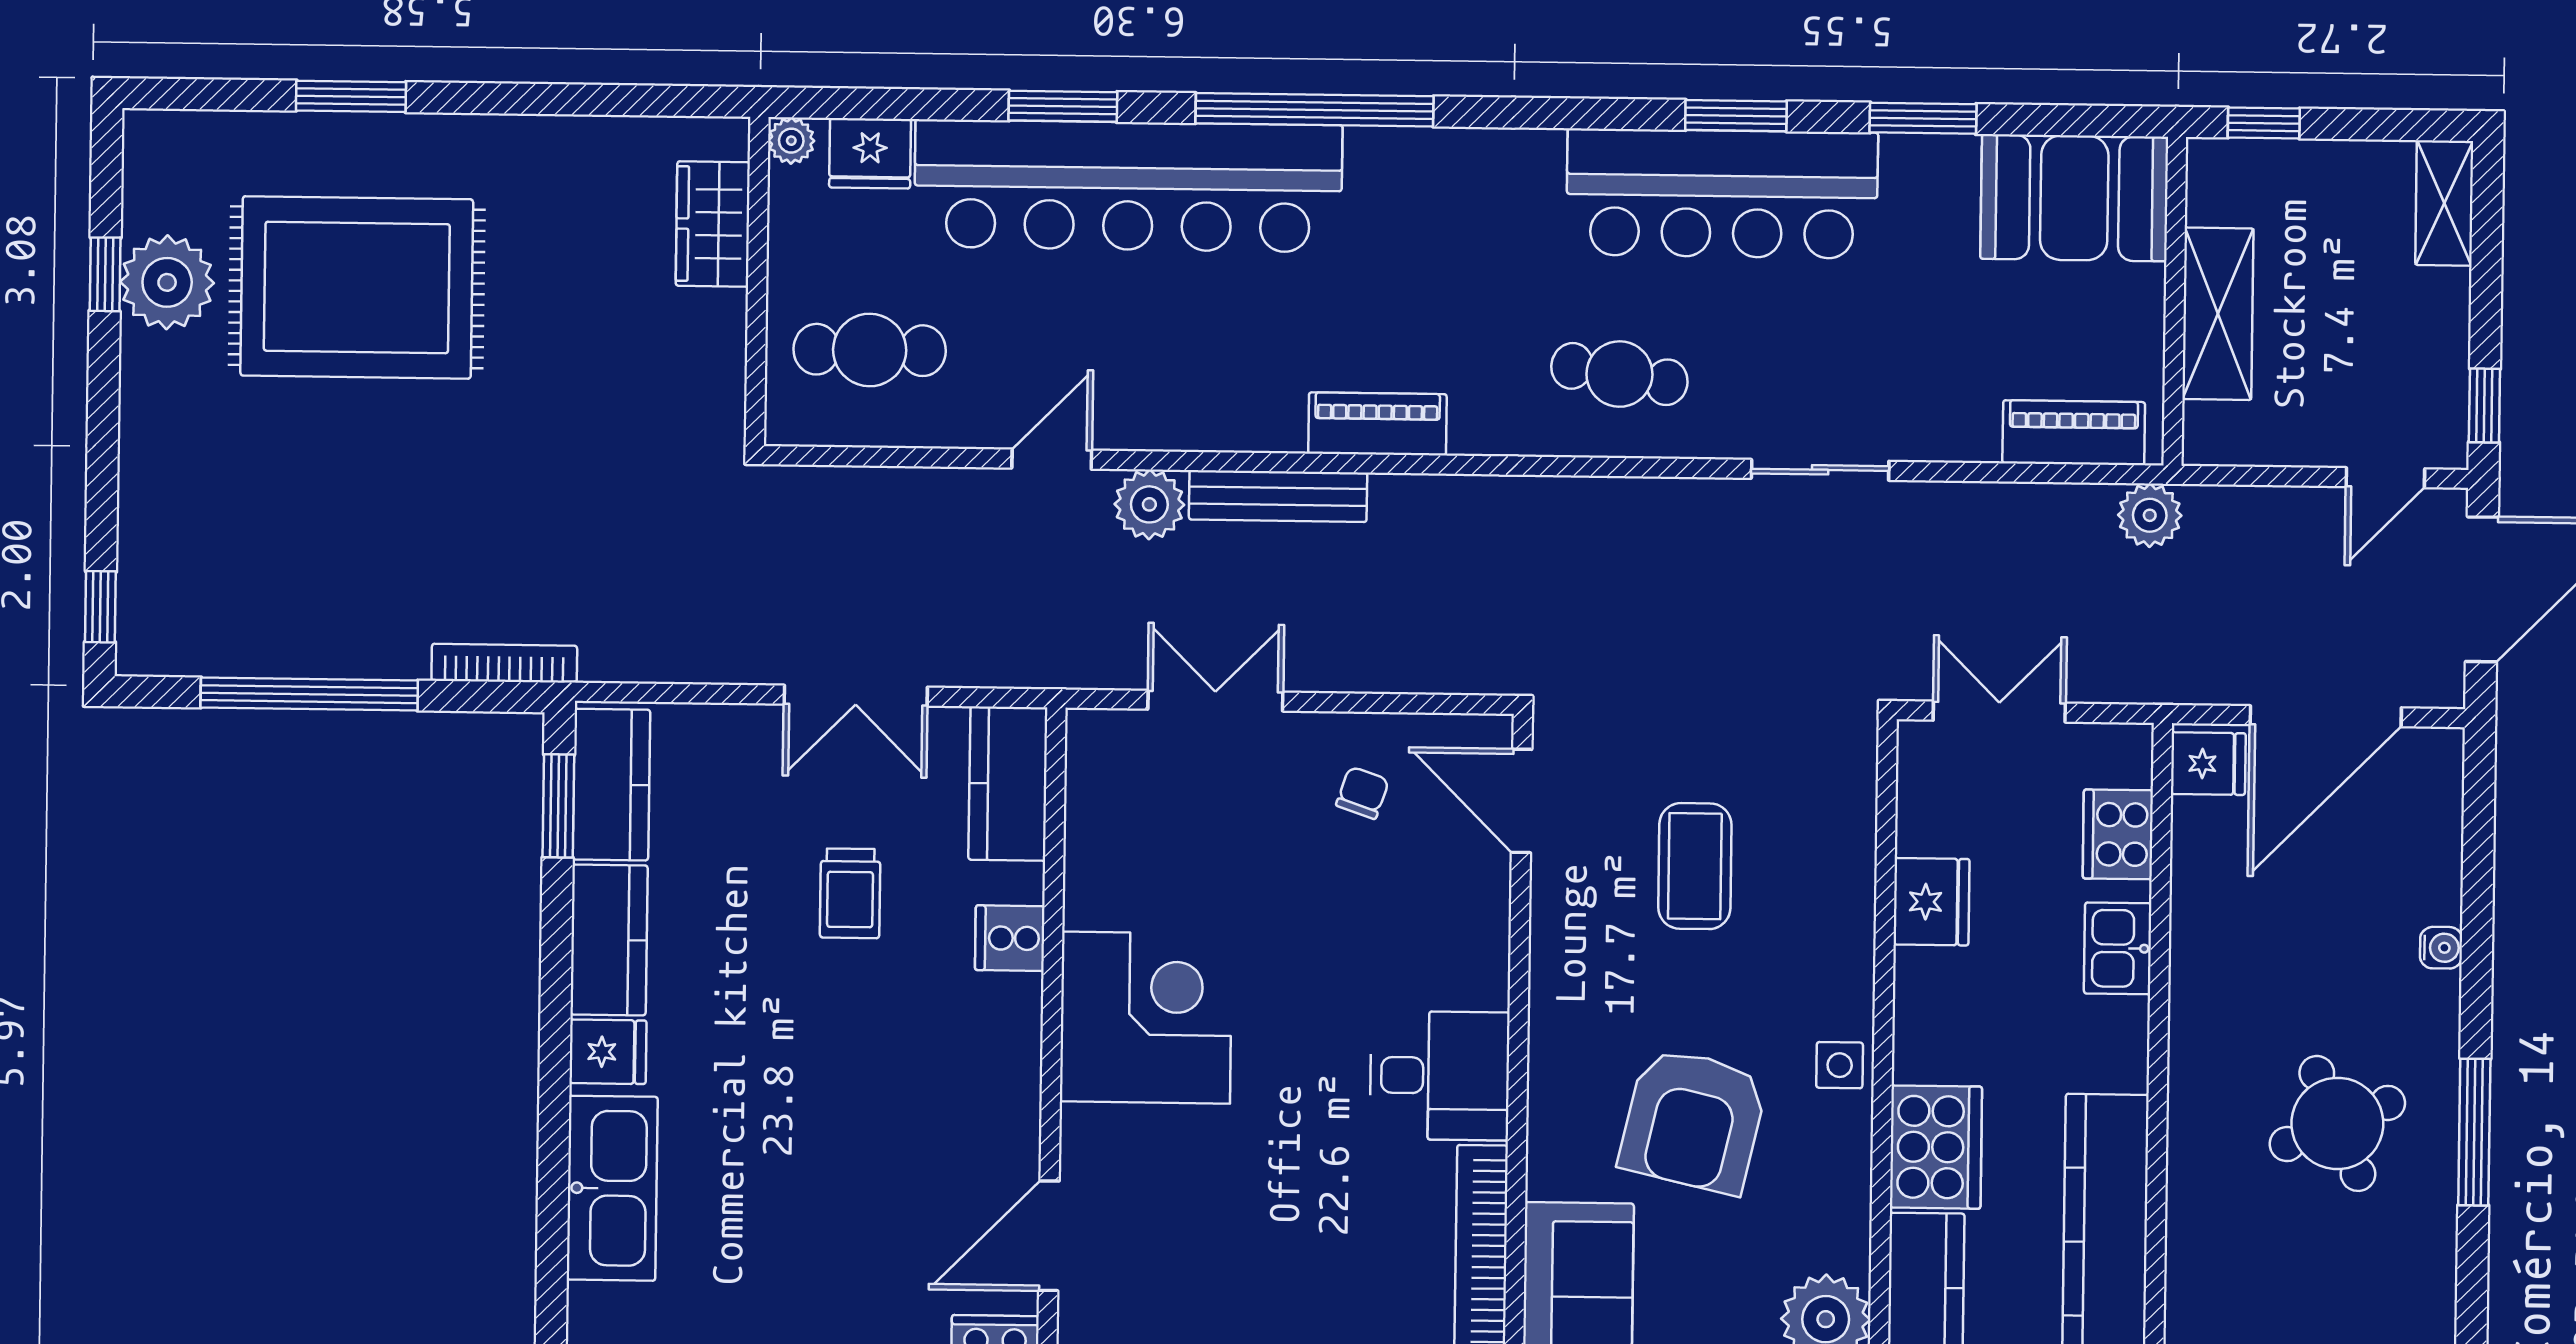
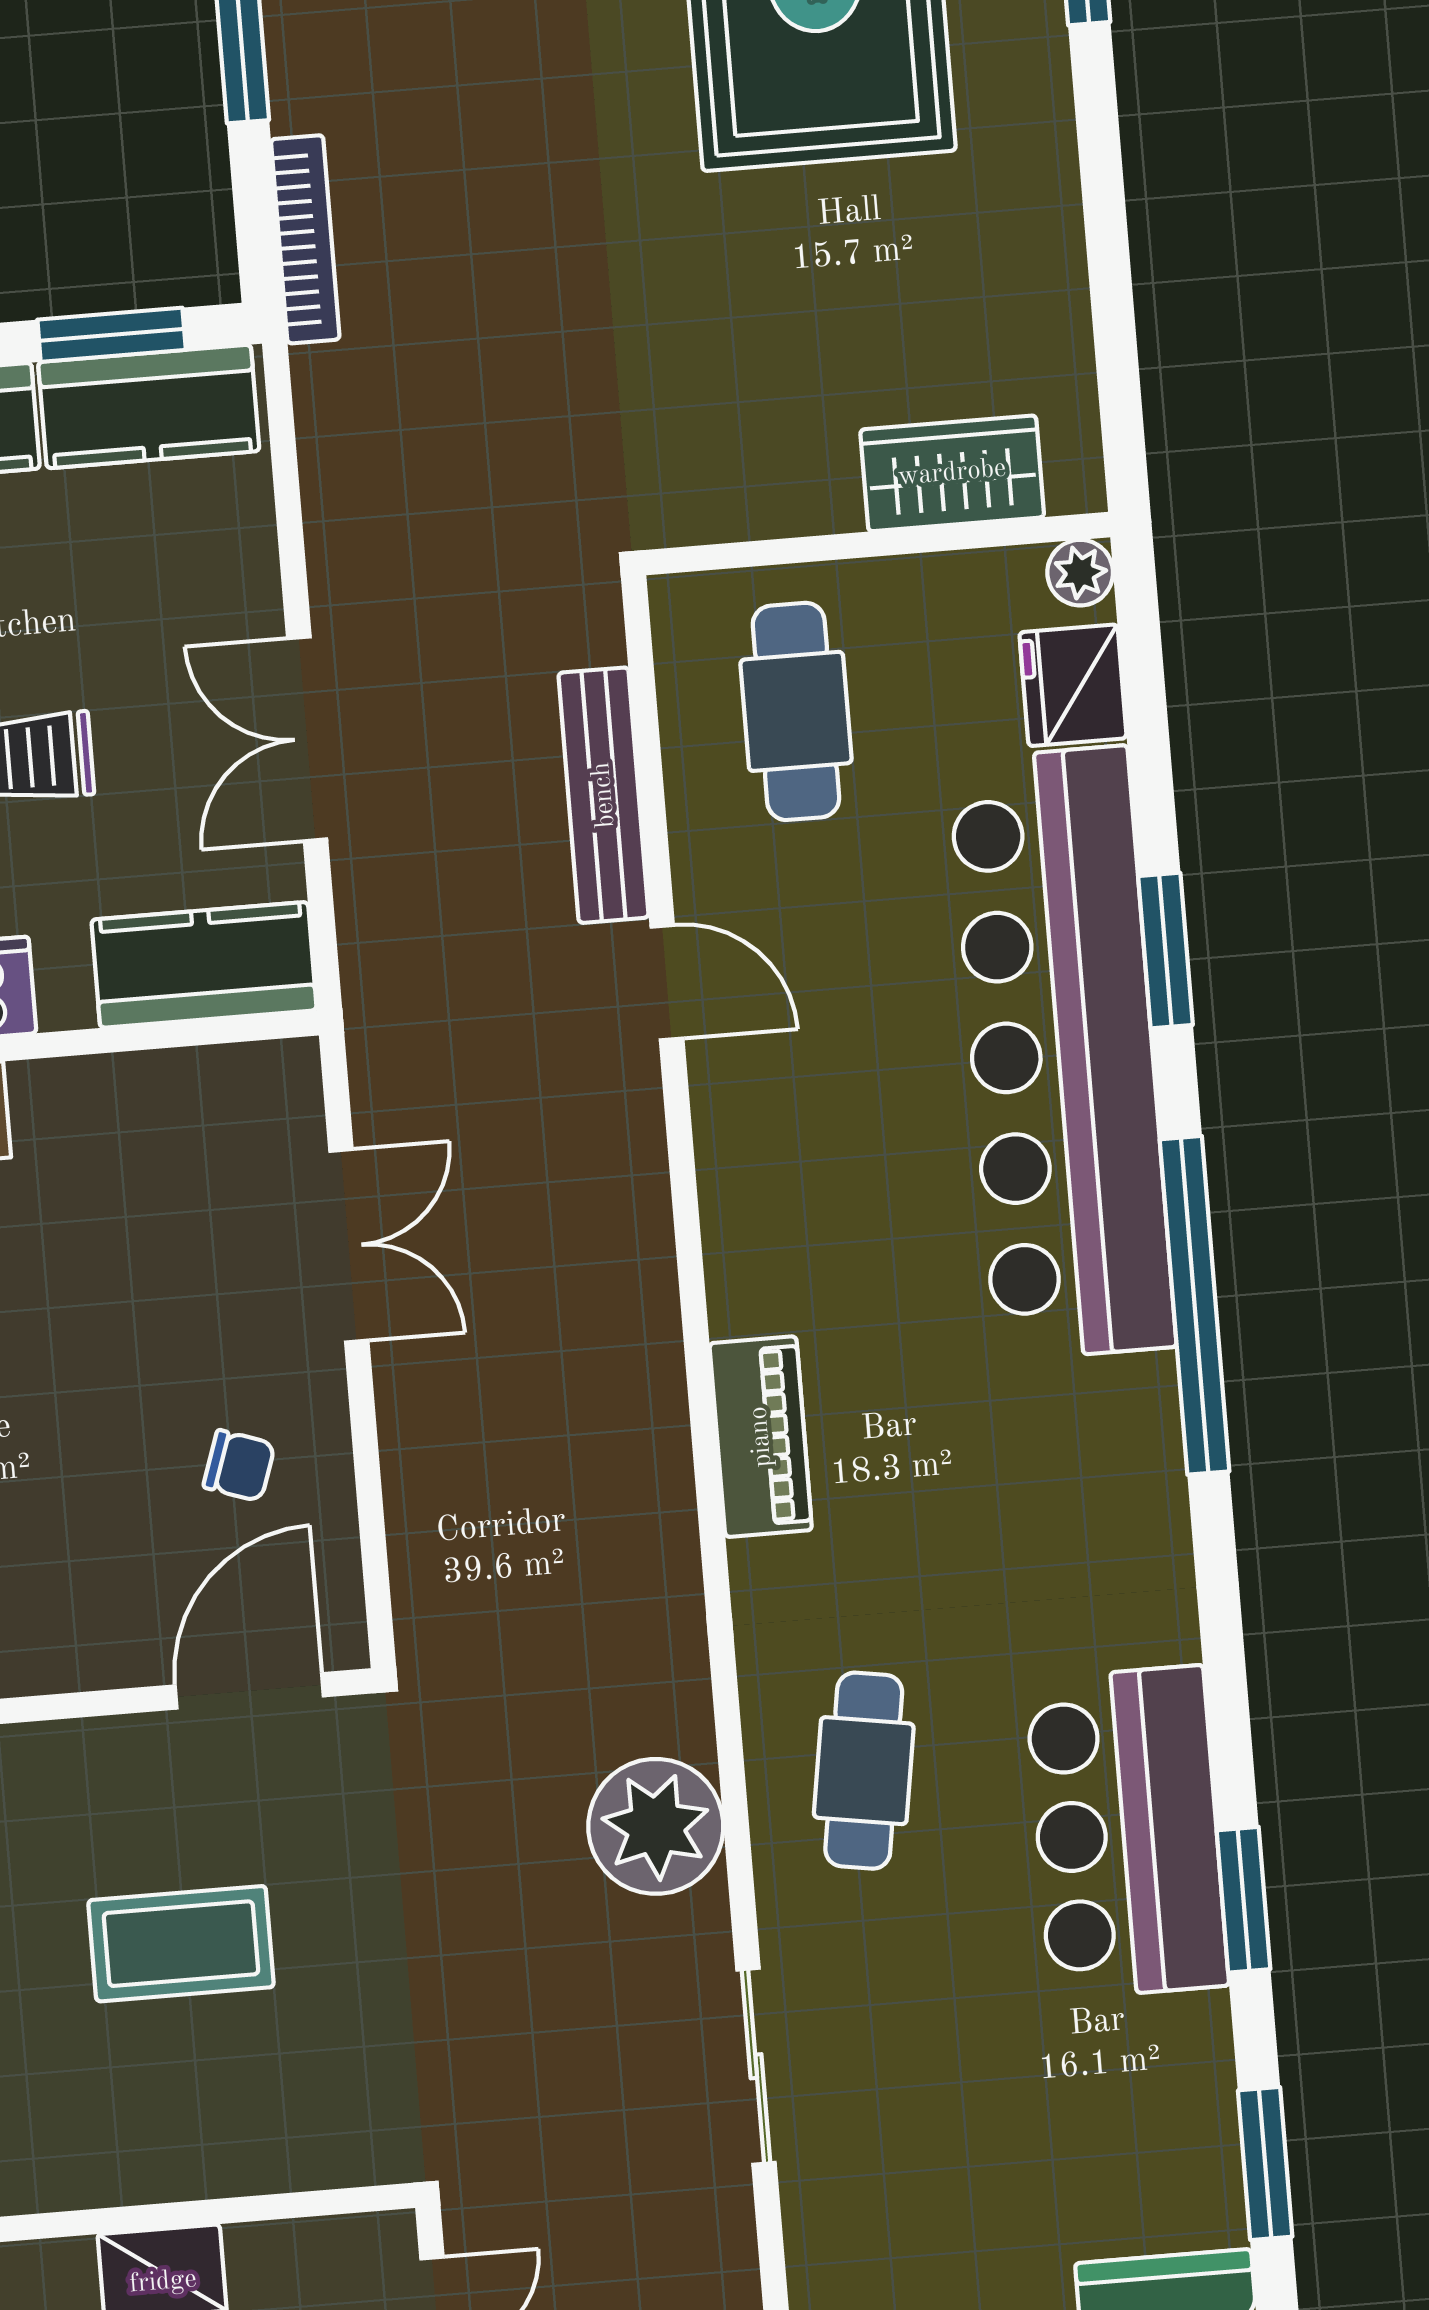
bar counter: (1722, 194) -> (1127, 1832), width x0.73
bench: (1278, 496) -> (604, 795), moved
plant: (1149, 504) -> (656, 1826), moved, width x1.36, depth x1.36

